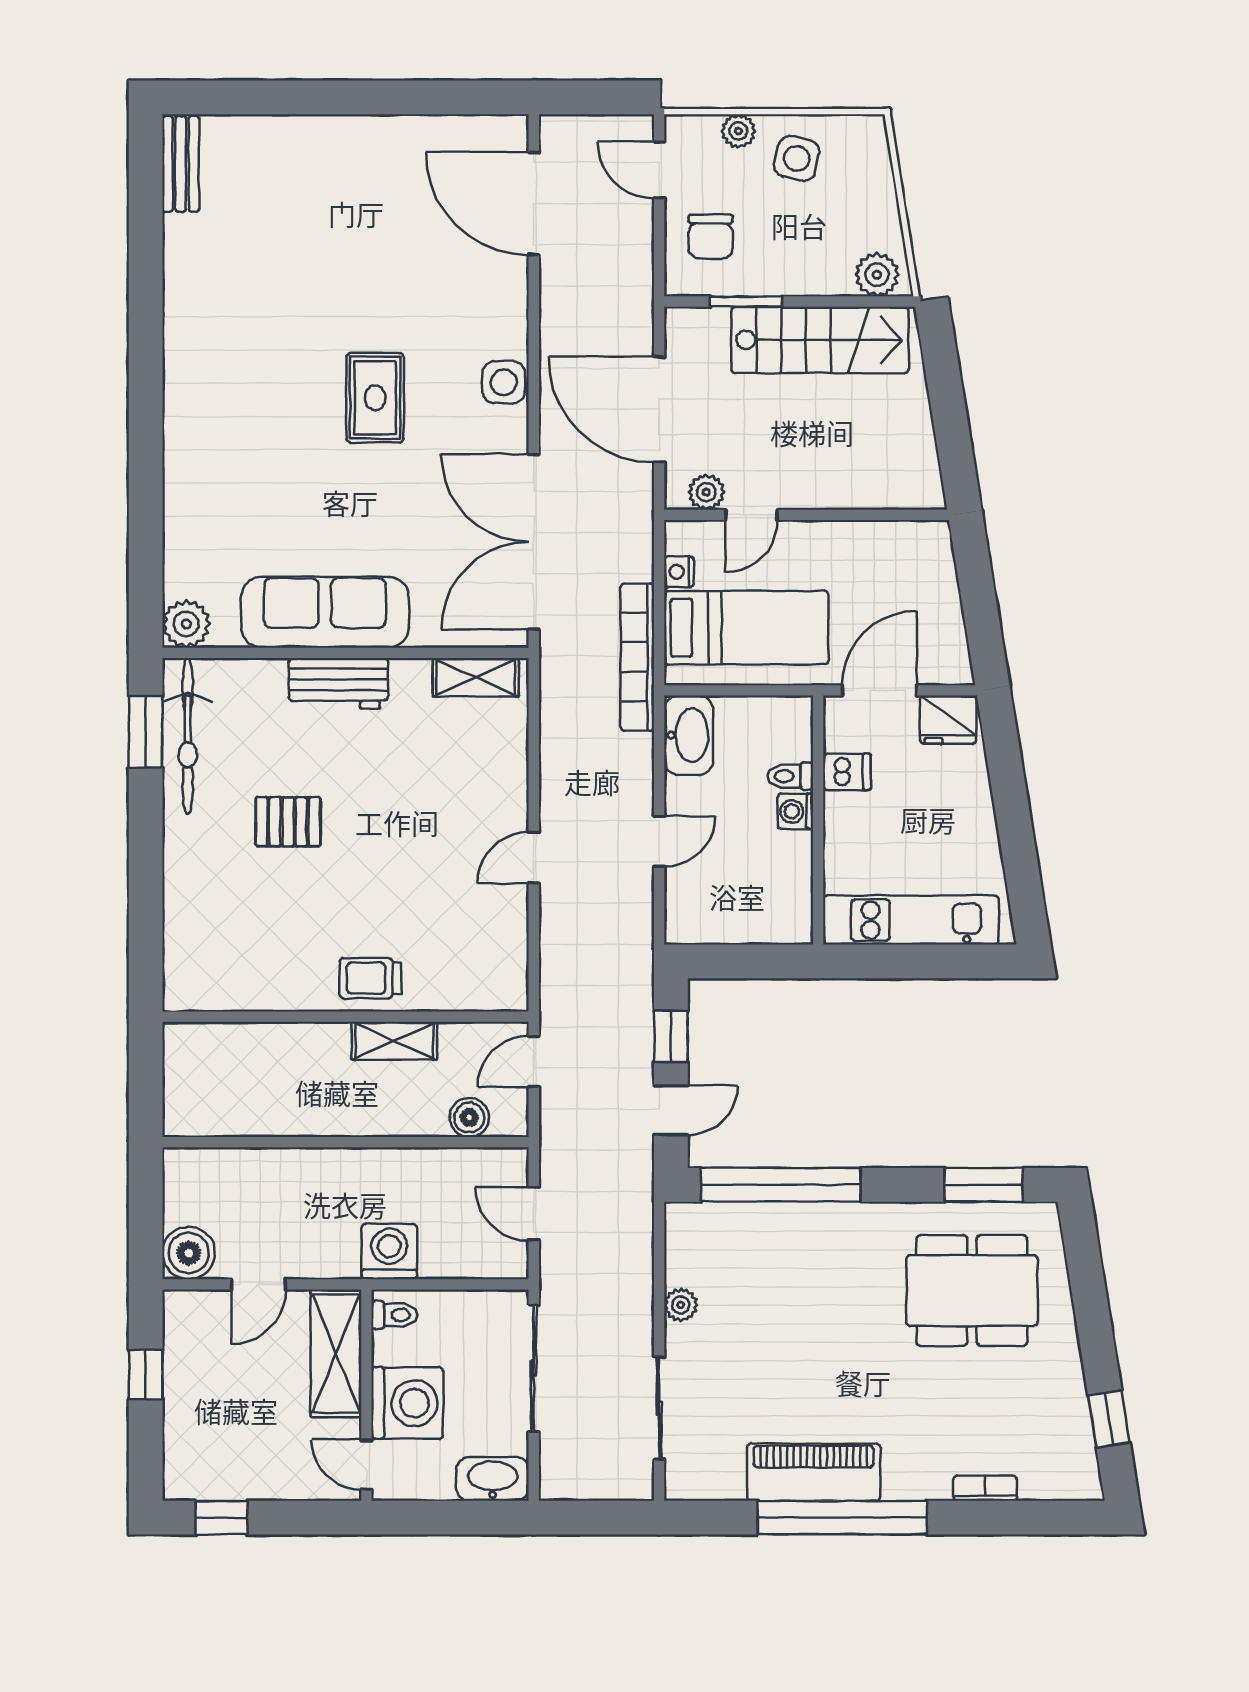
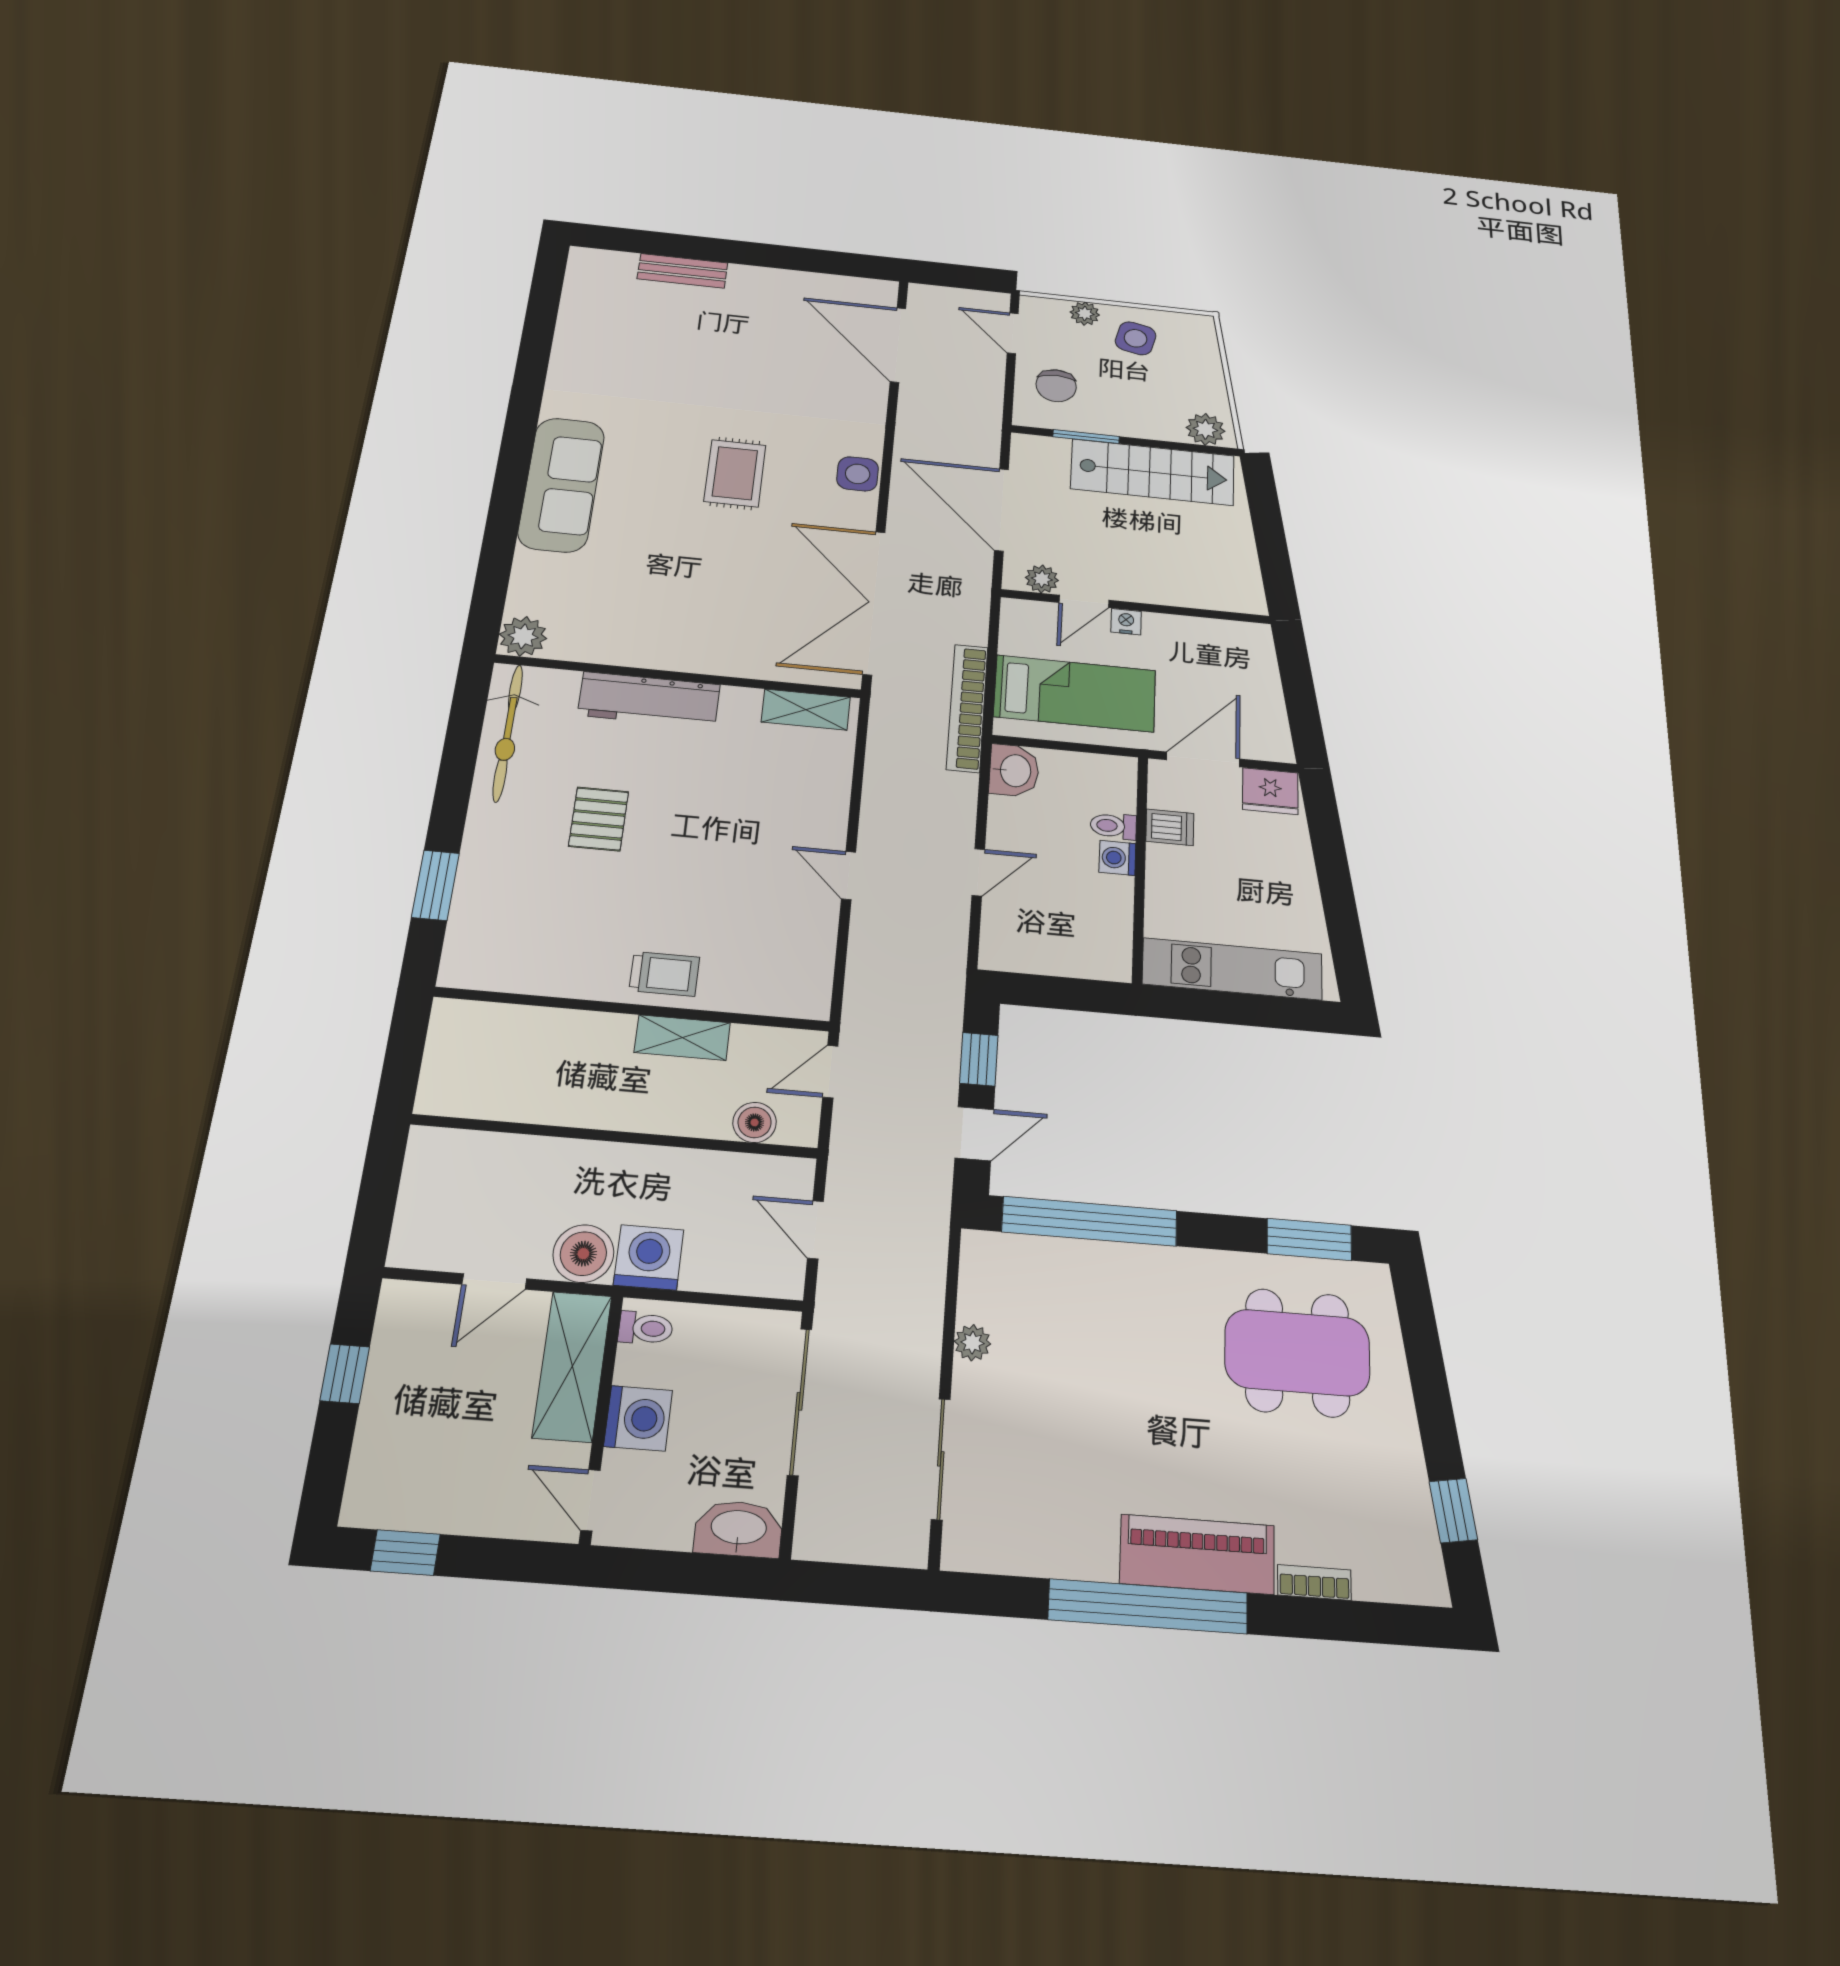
bench: (181, 164) -> (682, 271), moved, turned 90
nightstand: (679, 572) -> (1126, 622), moved, turned 90
sofa: (325, 612) -> (561, 484), moved, turned 90
workbench: (338, 683) -> (649, 700), width x1.38
window: (146, 732) -> (435, 885), moved
washbasin: (689, 735) -> (1014, 771), width x0.72
pallet: (288, 822) -> (599, 819), turned 90
door: (534, 858) -> (849, 875), hinge flipped
trolley: (370, 978) -> (664, 974), turned 180
boiler: (189, 1253) -> (583, 1254), moved
washing machine: (407, 1403) -> (638, 1418), width x0.73, depth x0.73
piano: (814, 1472) -> (1197, 1554), moved

